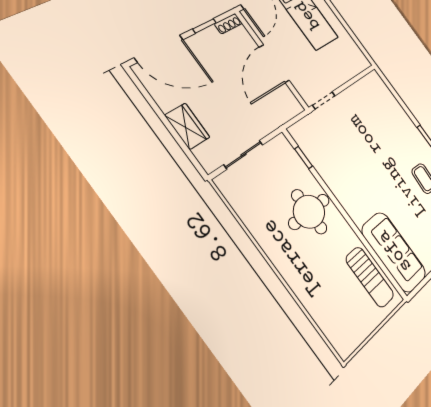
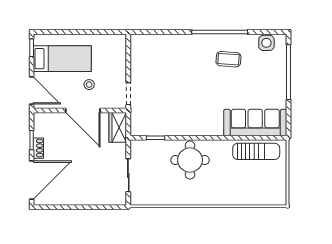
shoe rack: (228, 24) -> (38, 148), moved
stool: (303, 56) -> (89, 85), added
wardrobe: (187, 126) -> (118, 127), moved, turned -90

